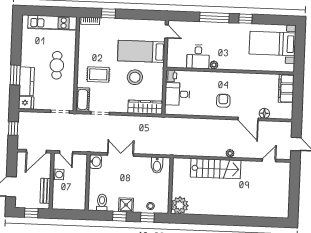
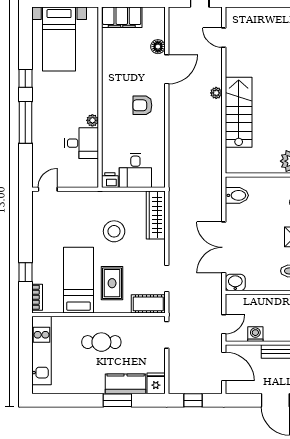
bed: (141, 51) -> (78, 280), moved, turned 180
double door: (120, 154) -> (224, 247), width x1.37

